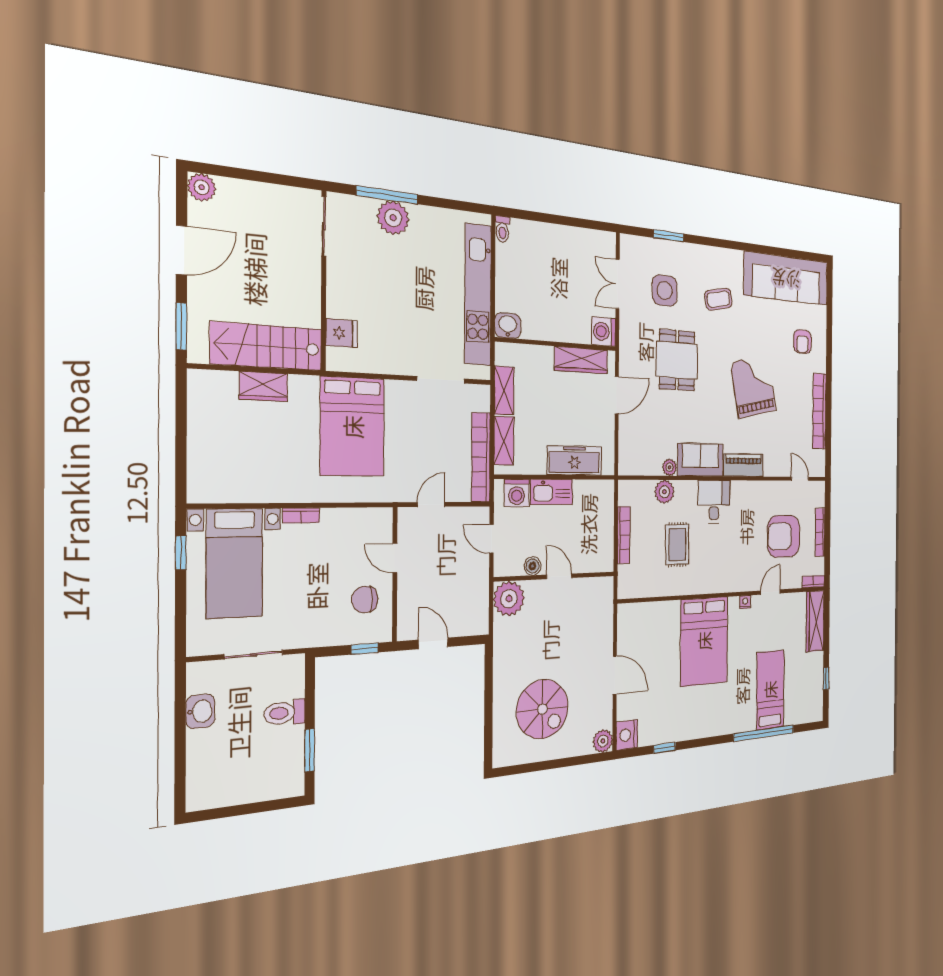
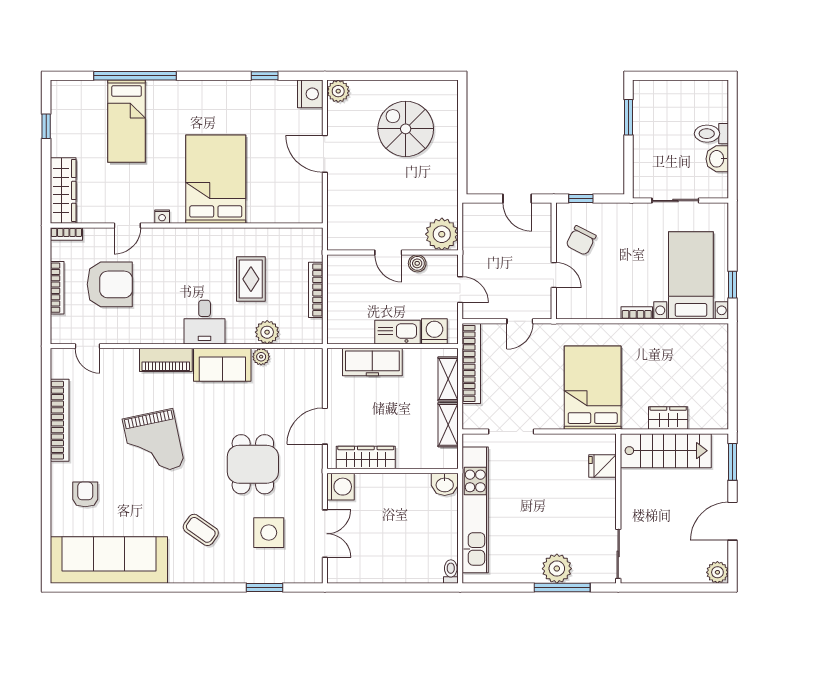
coffee table: (718, 299) -> (201, 530), turned 46
chair: (365, 599) -> (581, 240), turned 117
toilet: (285, 713) -> (711, 134), moved, turned 180

